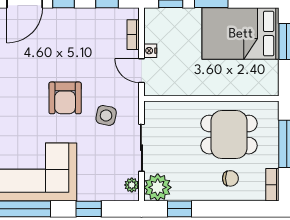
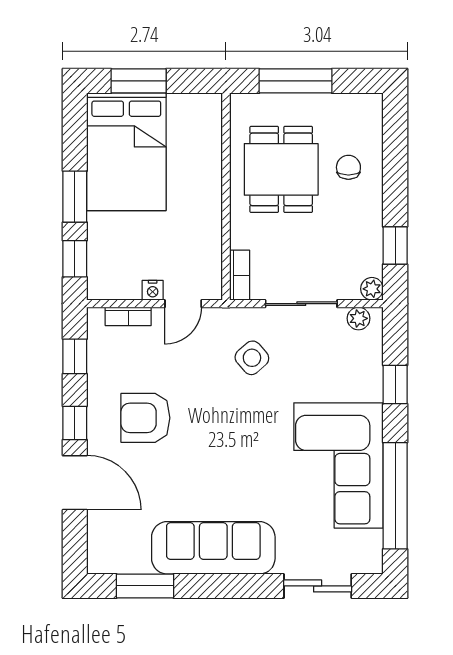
armchair: (65, 98) -> (145, 418), moved, turned 180
side table: (106, 115) -> (252, 358), turned 38
bookcase: (272, 185) -> (240, 275), moved, turned -90
plant: (158, 187) -> (372, 289), width x0.53, depth x0.53

